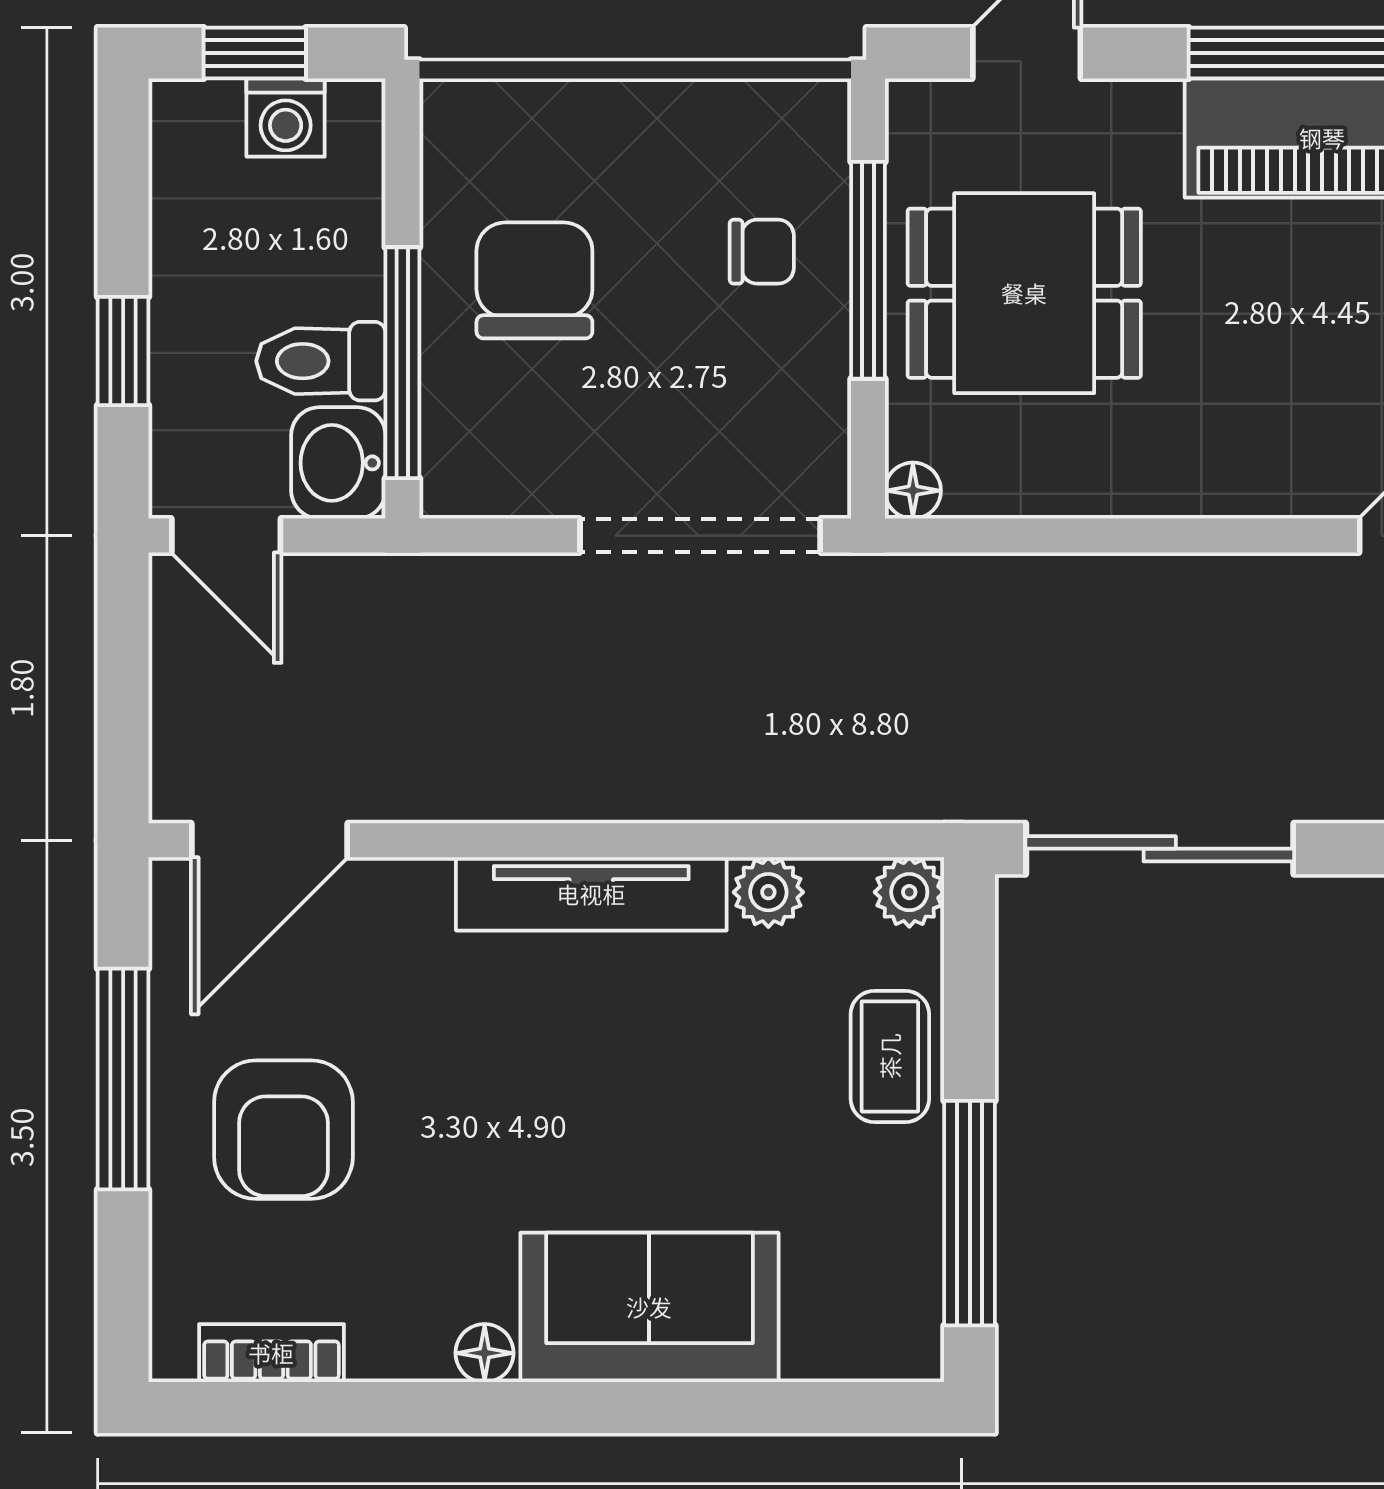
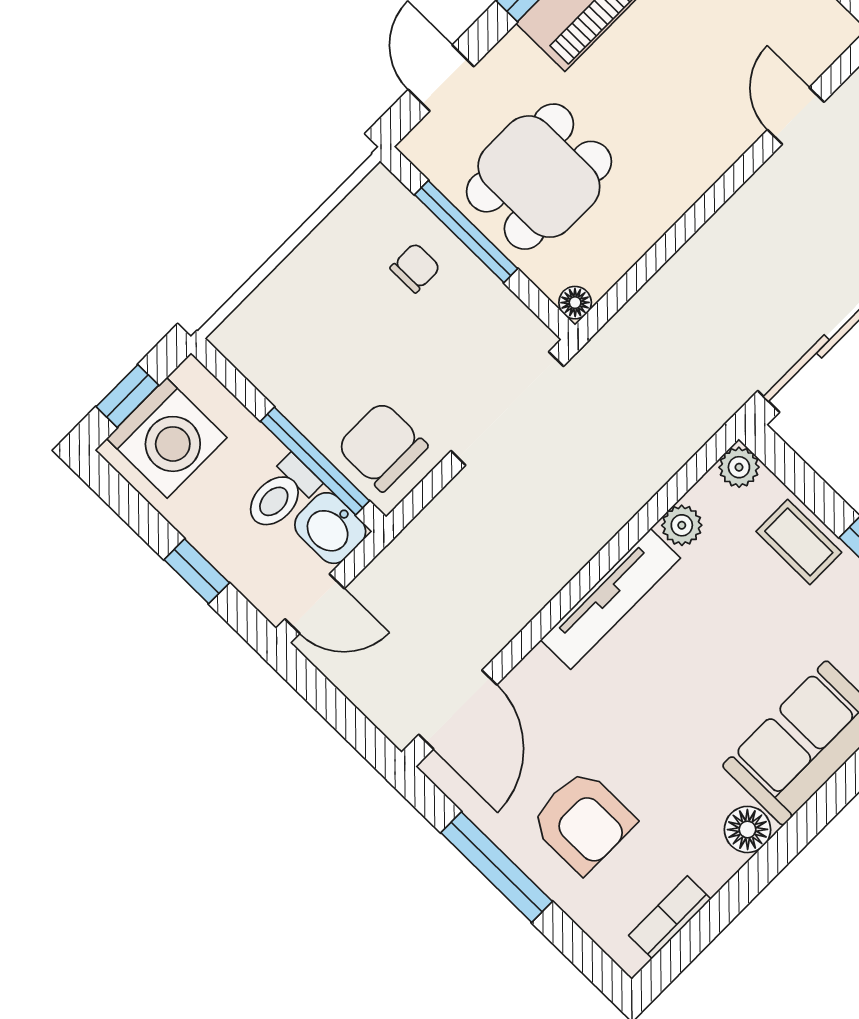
washing machine: (286, 118) -> (167, 438), width x1.89, depth x1.89
chair: (534, 280) -> (382, 446), moved
floor lamp: (485, 1353) -> (747, 829), width x1.37, depth x1.37

